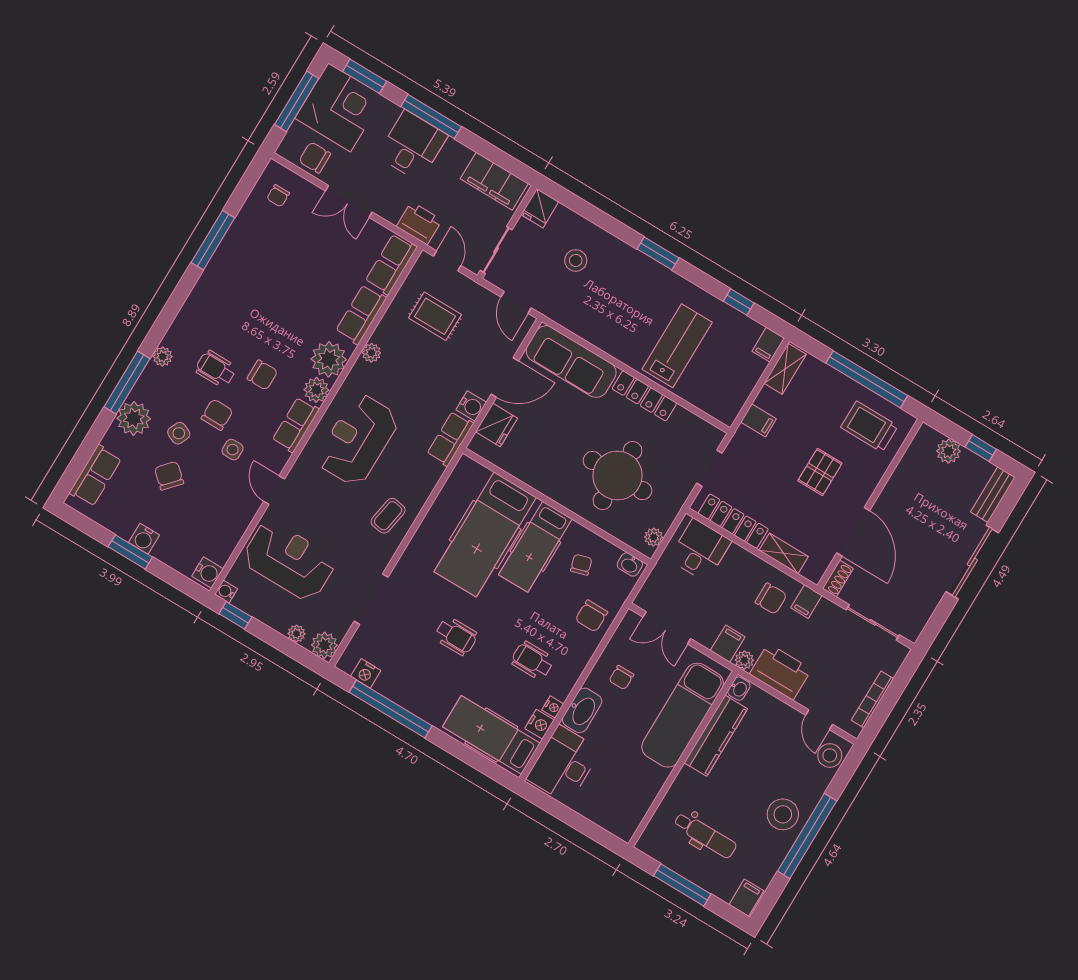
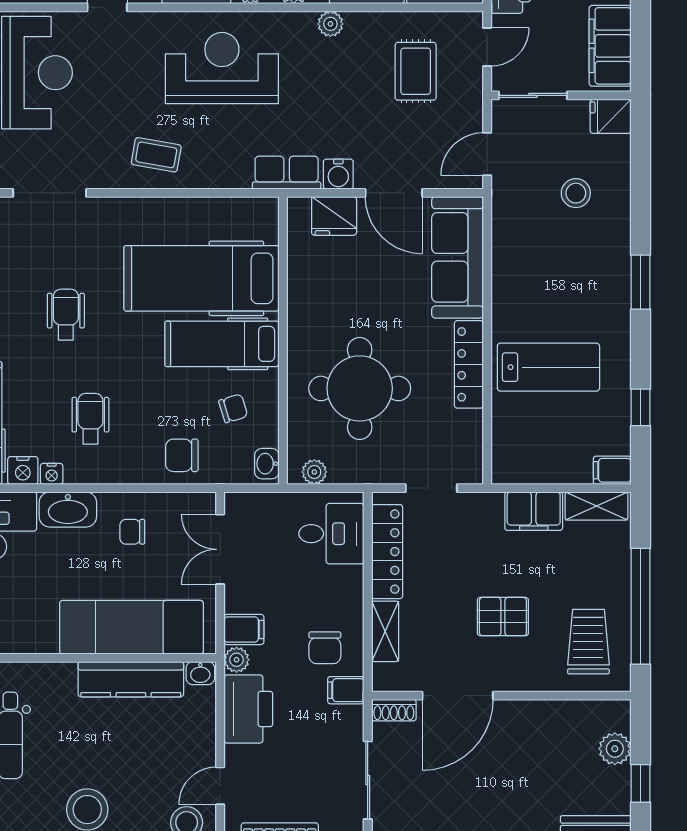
filing cabinet: (758, 420) -> (534, 511), width x2.00
wheelchair: (456, 636) -> (66, 315), turned 180

